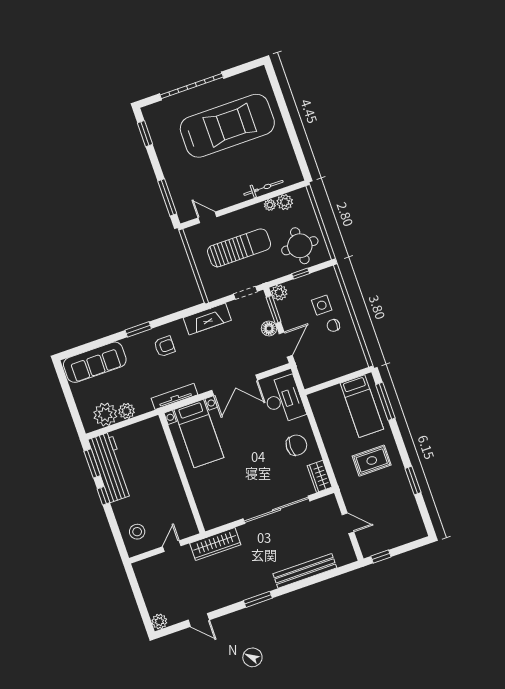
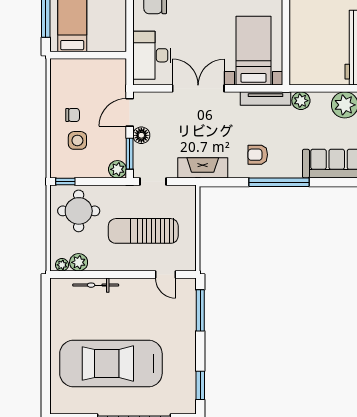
plant: (270, 205) -> (62, 265), moved
window: (301, 274) -> (65, 181), moved
window: (138, 329) -> (279, 182), width x2.11
plant: (126, 411) -> (301, 101), moved

